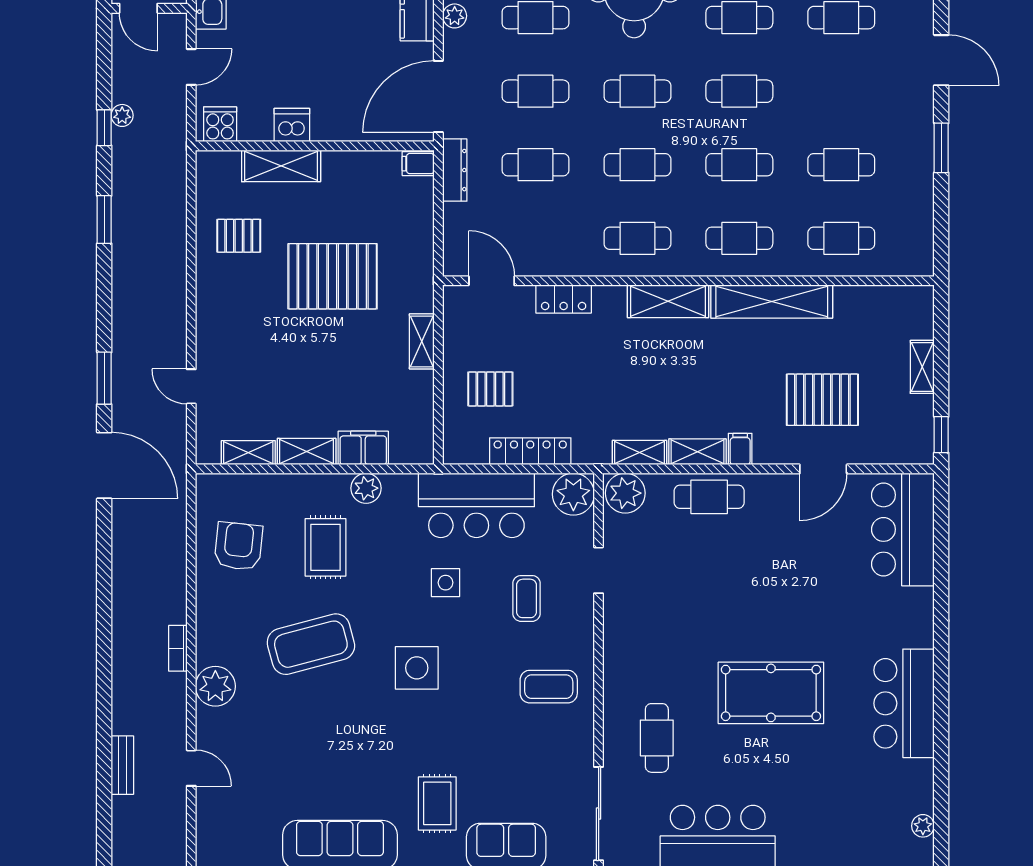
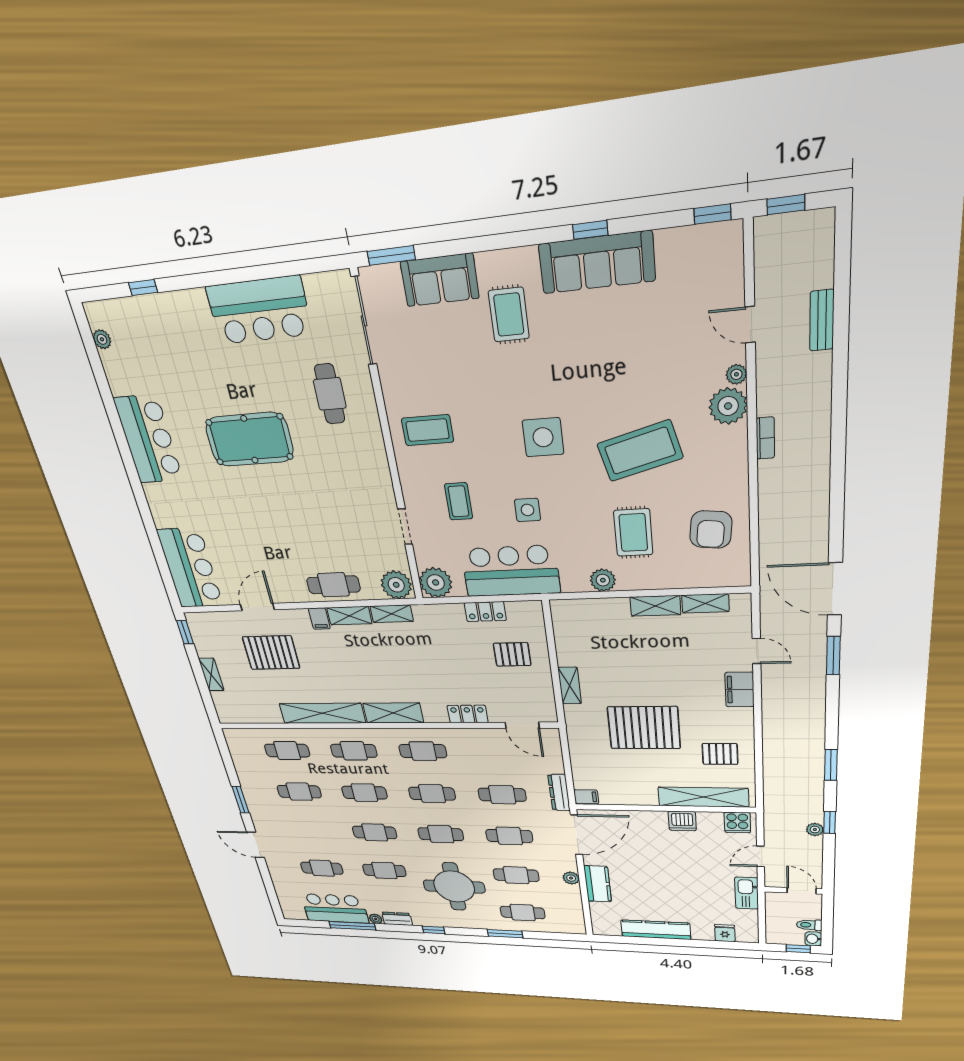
shelving: (281, 166) -> (703, 797), width x1.47
filing cabinet: (363, 448) -> (740, 690), moved, turned 90
locker: (530, 451) -> (485, 612), width x0.66
plant: (206, 719) -> (736, 374), added

